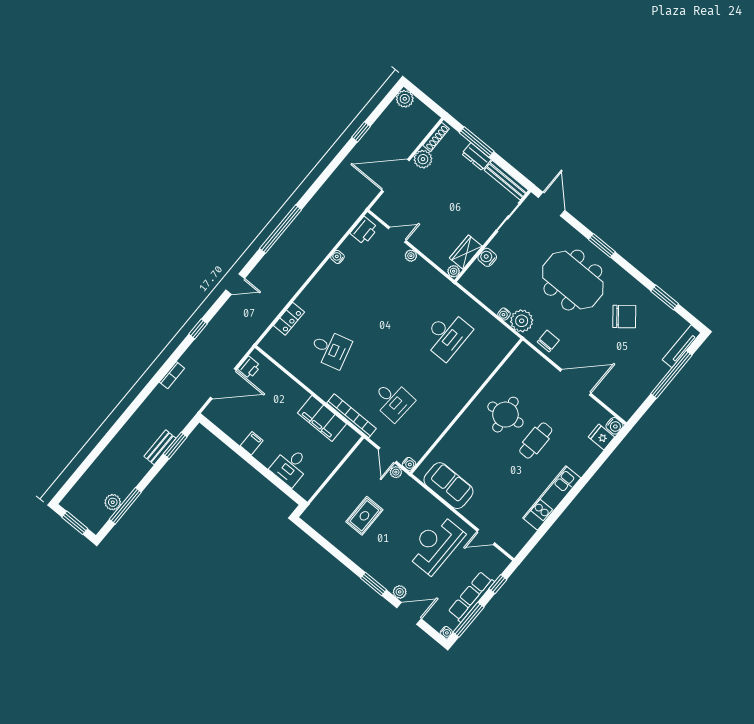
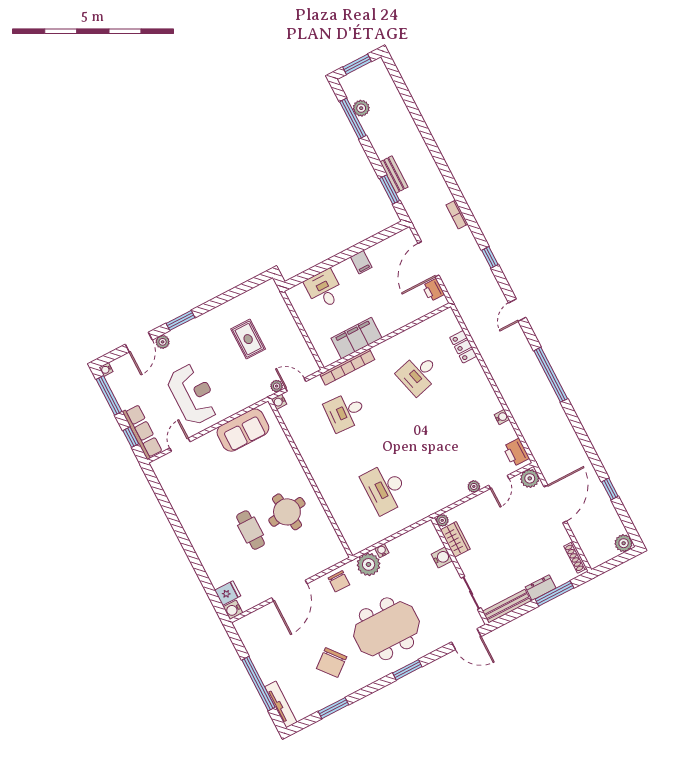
plant: (423, 159) -> (530, 478), moved
kitchen unit: (552, 498) -> (190, 522), removed
row of seats: (471, 597) -> (142, 432), moved

